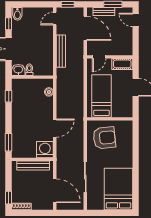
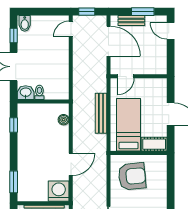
bench: (61, 51) -> (101, 113), moved
cot: (122, 64) -> (154, 144), moved

